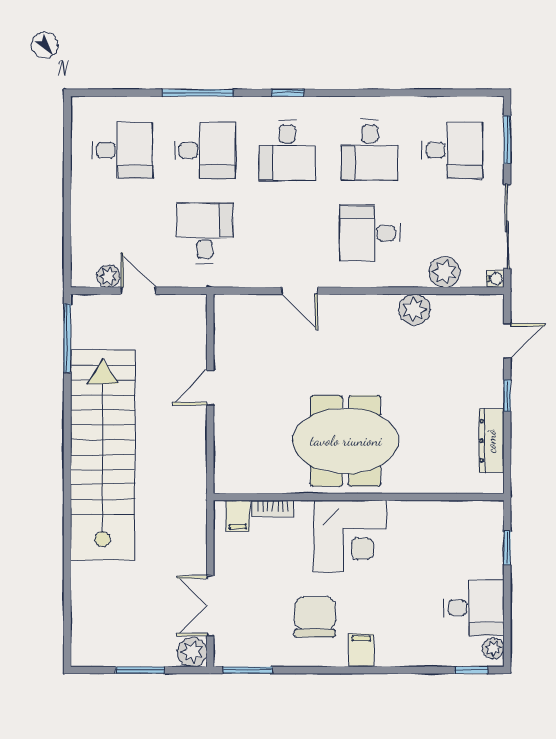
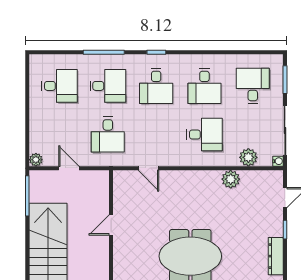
desk: (452, 150) -> (253, 86), turned -90
desk: (205, 233) -> (108, 135), turned 180
desk: (370, 233) -> (204, 135), turned 180
plant: (108, 276) -> (36, 160), moved
door: (300, 291) -> (148, 168), moved

